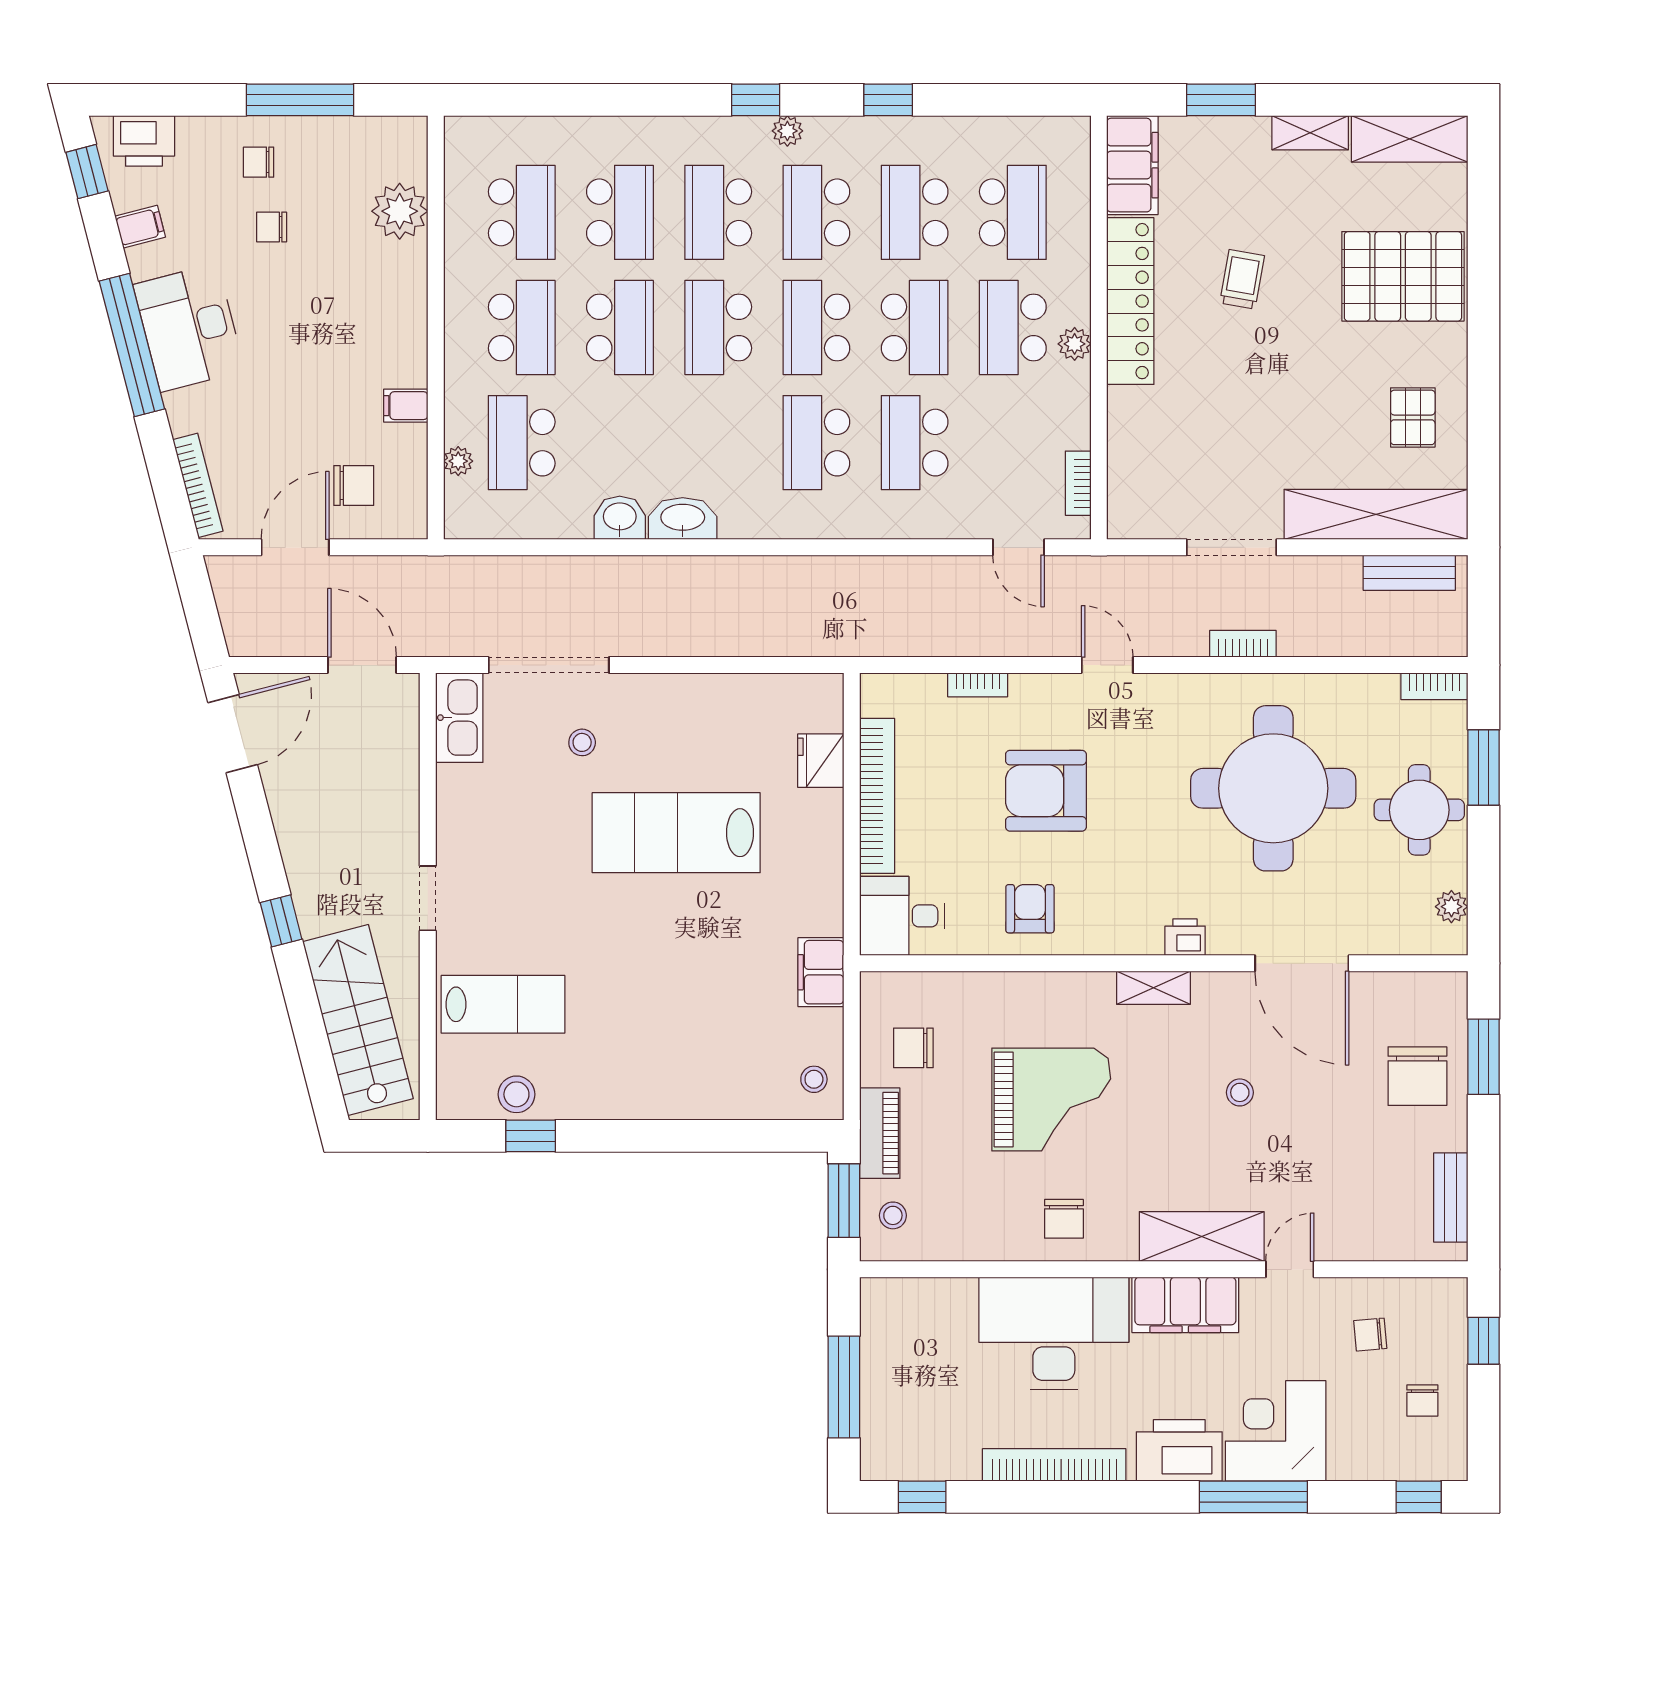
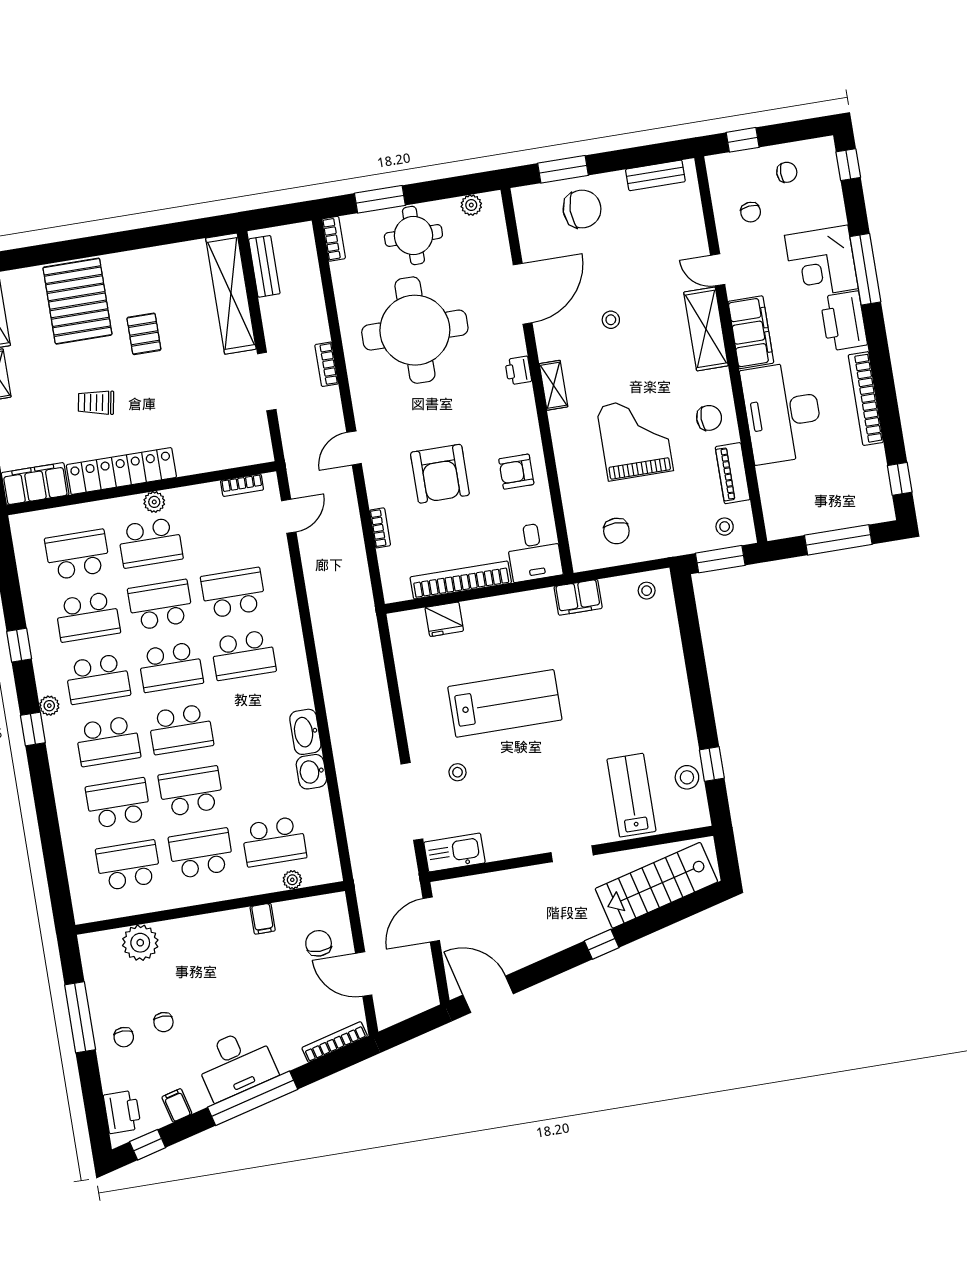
pallet: (1413, 417) -> (144, 334), moved, turned 90
school desk: (915, 443) -> (233, 593), turned 180
lab bench: (676, 833) -> (505, 703), turned -90
piano: (880, 1133) -> (733, 473), moved, turned -90

